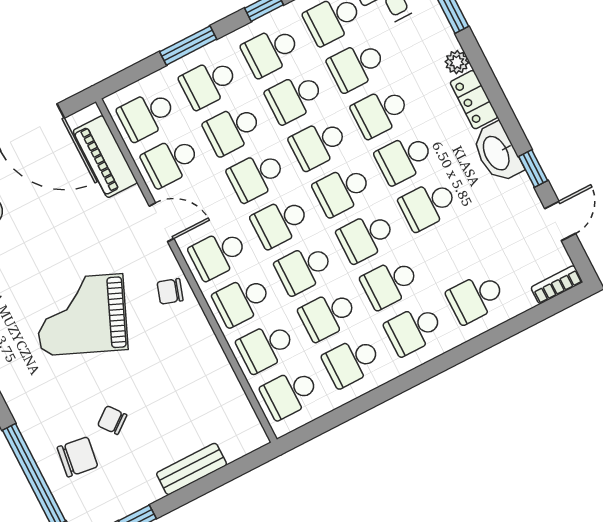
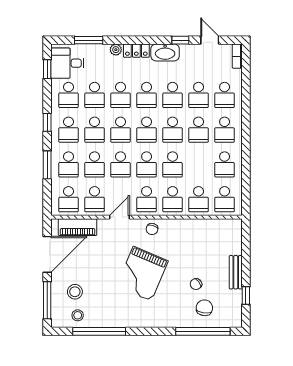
school desk: (328, 315) -> (199, 95), moved
bench: (192, 469) -> (236, 272), moved

